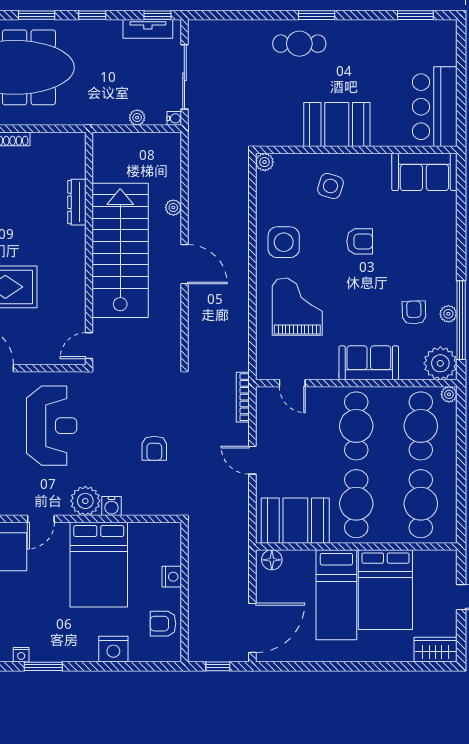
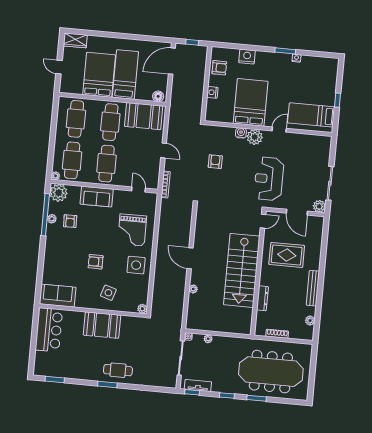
dresser: (77, 202) -> (262, 298), moved
wall: (89, 248) -> (258, 273), moved
stairs: (120, 250) -> (242, 270), moved
door: (89, 346) -> (263, 221), moved

